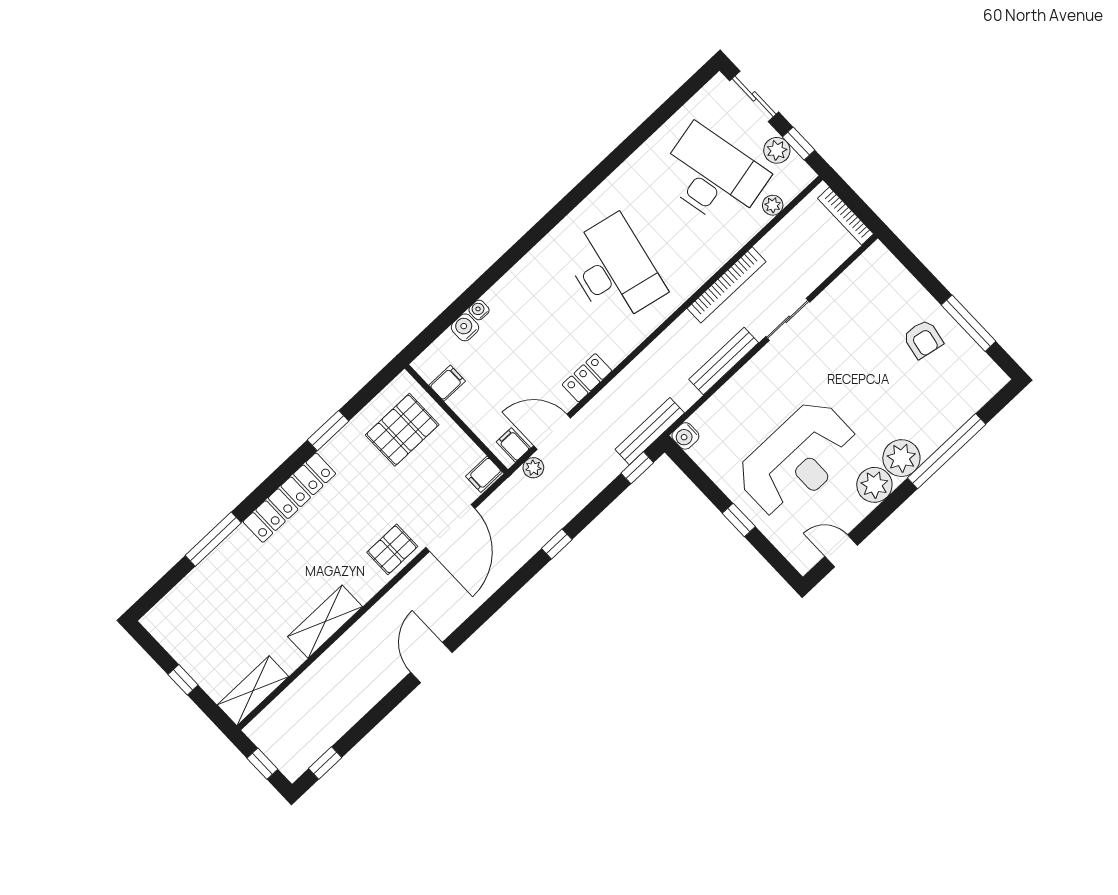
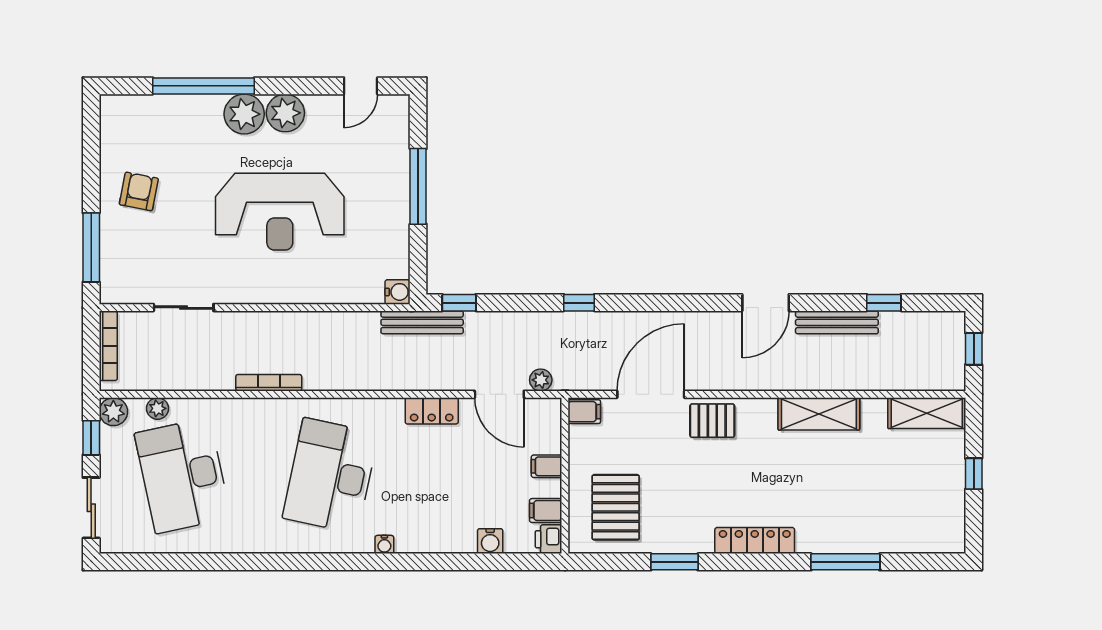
plant: (777, 150) -> (113, 412), moved
bookcase: (727, 285) -> (269, 383), width x0.68, depth x0.76
water cooler: (479, 310) -> (384, 544), moved
sliding door: (788, 319) -> (184, 308), moved
window: (969, 323) -> (91, 247), moved
bench: (724, 361) -> (837, 322), moved
printer: (427, 366) -> (549, 539), added
pallet: (402, 430) -> (616, 507), turned 90
filing cabinet: (513, 445) -> (547, 466), moved, turned 90
reception desk: (797, 459) -> (280, 212), moved, turned 180
locker: (289, 498) -> (755, 541), width x0.71, depth x0.83
window: (739, 520) -> (418, 186), width x2.17
door: (841, 551) -> (361, 86), hinge flipped
window: (325, 763) -> (884, 303), moved

